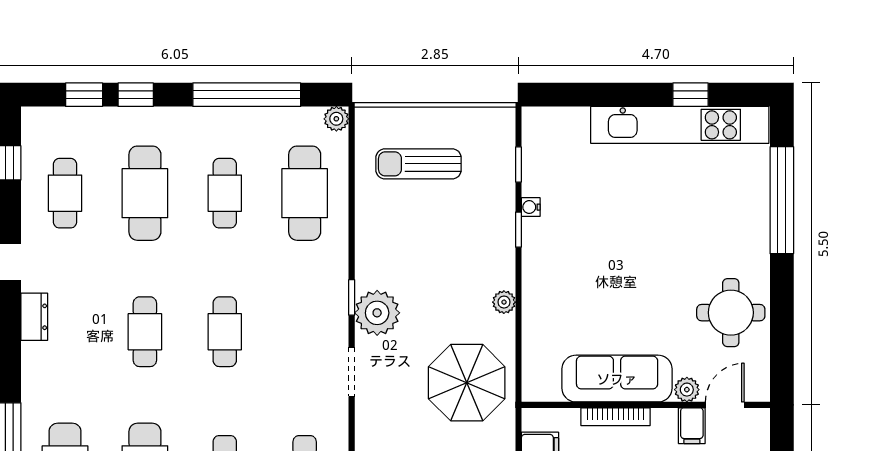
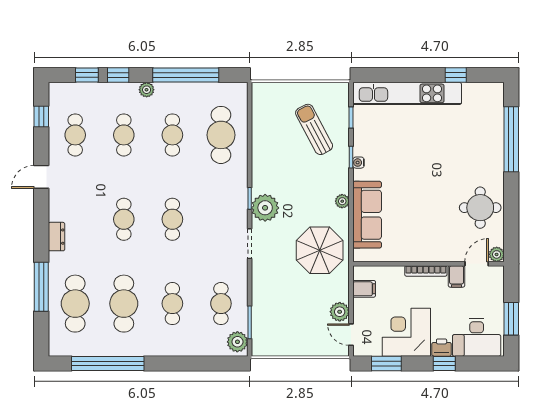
plant: (336, 119) -> (147, 90), moved
kitchen unit: (680, 125) -> (407, 93), moved
sun lounger: (419, 164) -> (314, 129), moved, turned 62
cafe table: (145, 193) -> (124, 135), width x0.73, depth x0.74
water cooler: (531, 207) -> (358, 163), moved
dresser: (34, 317) -> (57, 237), moved
sofa: (617, 379) -> (367, 215), moved, turned 90
plant: (687, 390) -> (497, 254), moved
bookcase: (616, 417) -> (426, 271), moved

